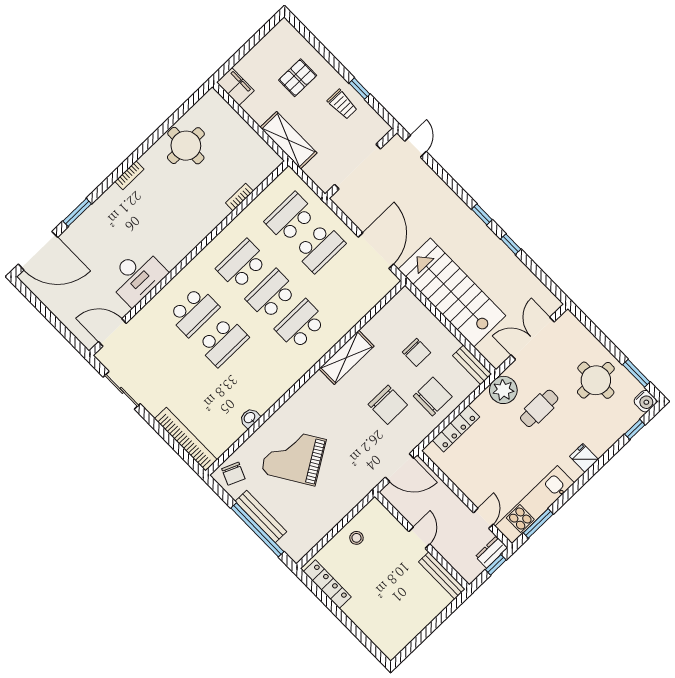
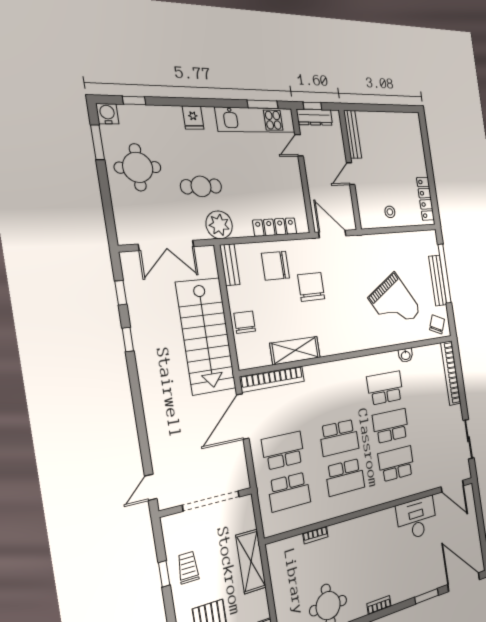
window: (482, 214) -> (121, 293), moved
bookcase: (370, 300) -> (272, 379), added
school desk: (301, 325) -> (385, 388), moved, turned 180
chair: (416, 352) -> (245, 322), moved
shelving: (346, 357) -> (295, 350), moved
dresser: (492, 552) -> (315, 117), width x1.44

